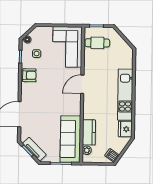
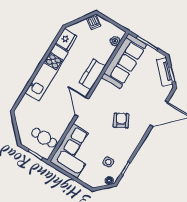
armchair: (29, 75) -> (121, 120), moved, turned 61
door: (82, 84) -> (82, 107), swing flipped
kitchen counter: (89, 132) -> (92, 74), moved

